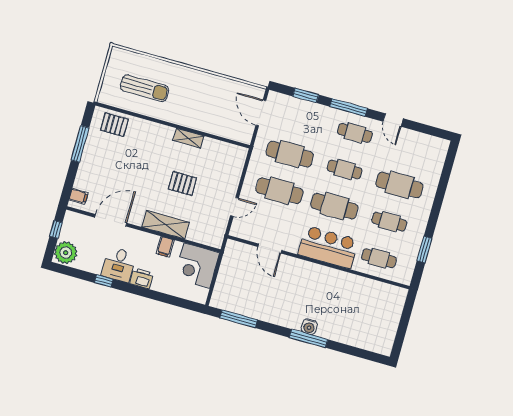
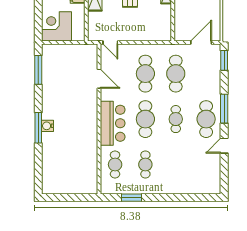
window: (306, 95) -> (224, 60), moved
cafe table: (355, 133) -> (206, 119), width x1.37, depth x1.35
cafe table: (399, 185) -> (176, 164), removed
door: (234, 207) -> (110, 43), moved
door: (270, 248) -> (99, 79), swing flipped
corner desk: (197, 266) -> (57, 26), moved

